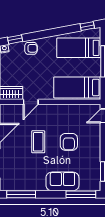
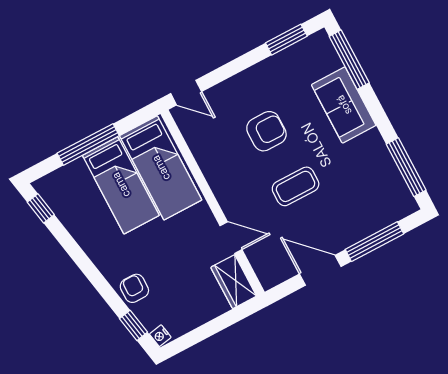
bed: (79, 48) -> (121, 185), moved

